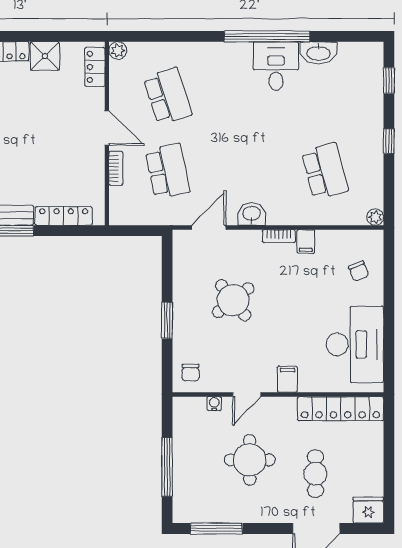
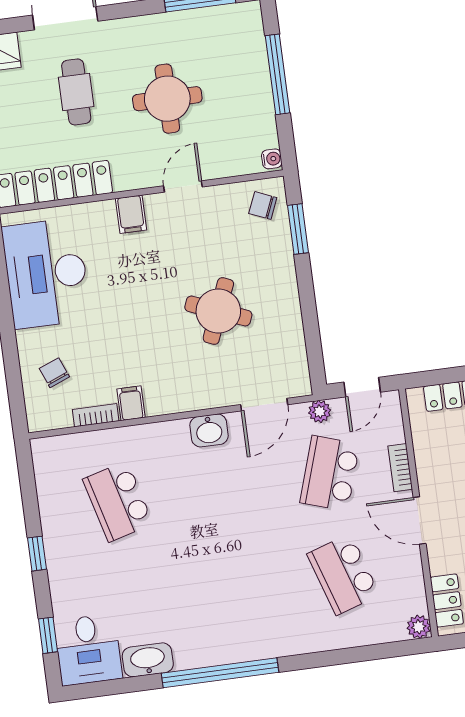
desk: (276, 66) -> (88, 650), moved
school desk: (168, 171) -> (330, 473), turned 30
plant: (375, 217) -> (320, 412), moved
door: (136, 231) -> (362, 387), added
bookcase: (279, 236) -> (96, 415), moved
round table: (233, 300) -> (218, 311), turned -30
window: (167, 320) -> (298, 229), moved
chair: (190, 373) -> (263, 206), turned -67
water cooler: (214, 404) -> (272, 159), moved, turned -90

